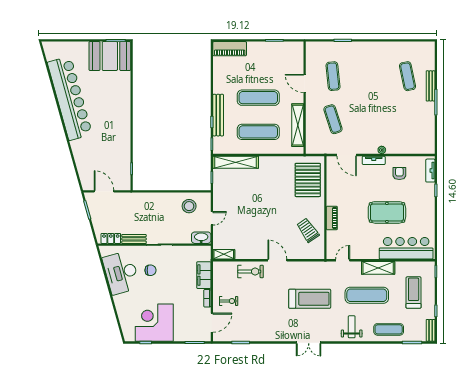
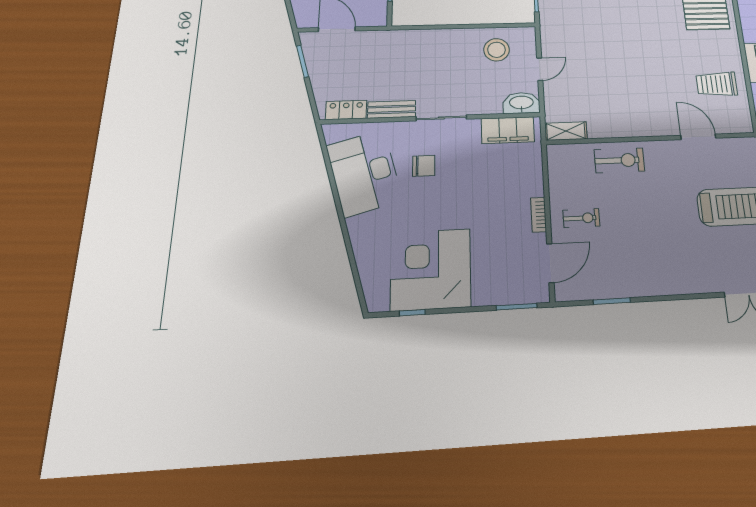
trolley: (308, 230) -> (717, 84), turned -55
door: (277, 260) -> (698, 137), moved
filing cabinet: (204, 275) -> (508, 130), moved, turned -90

